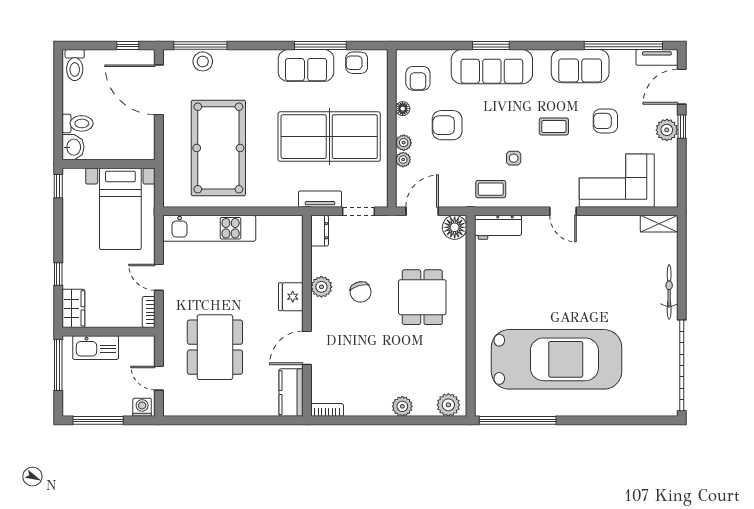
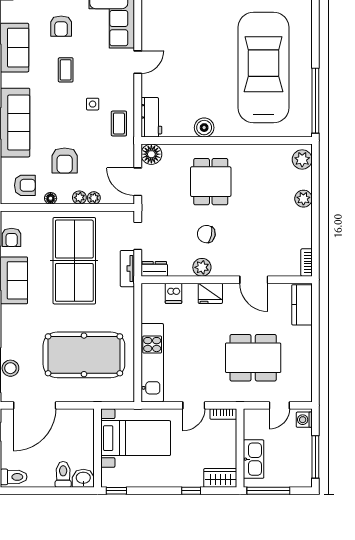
dishwasher: (291, 253) -> (173, 293), added
boiler: (486, 289) -> (204, 128), added
chair: (361, 292) -> (206, 234), turned -152
dining table: (422, 297) -> (211, 182), turned 90
kitchen counter: (291, 393) -> (302, 305), moved, turned 90

